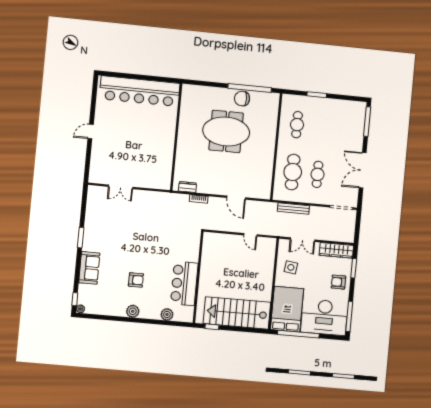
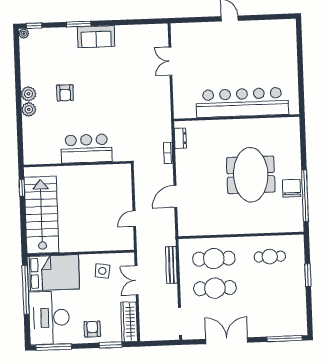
bar counter: (140, 91) -> (242, 102), moved, turned 90
cafe table: (317, 174) -> (215, 288), width x1.37, depth x1.35
window: (81, 238) -> (79, 24), moved
sofa: (89, 268) -> (96, 37), moved
bar counter: (184, 283) -> (87, 149), moved
plant: (167, 314) -> (29, 109), moved

